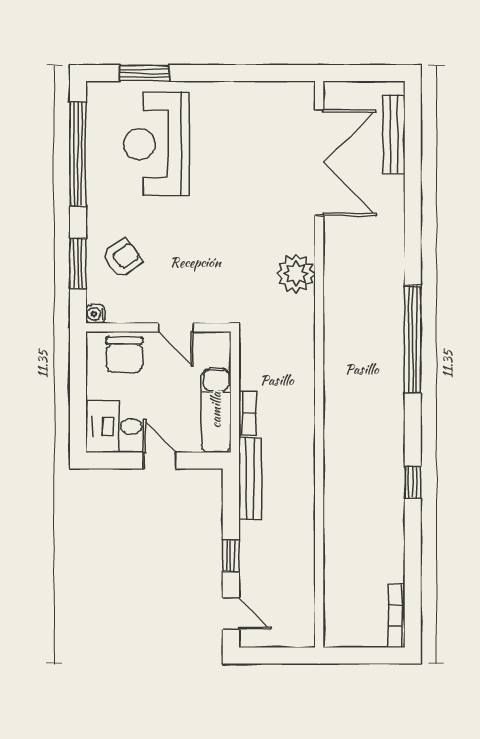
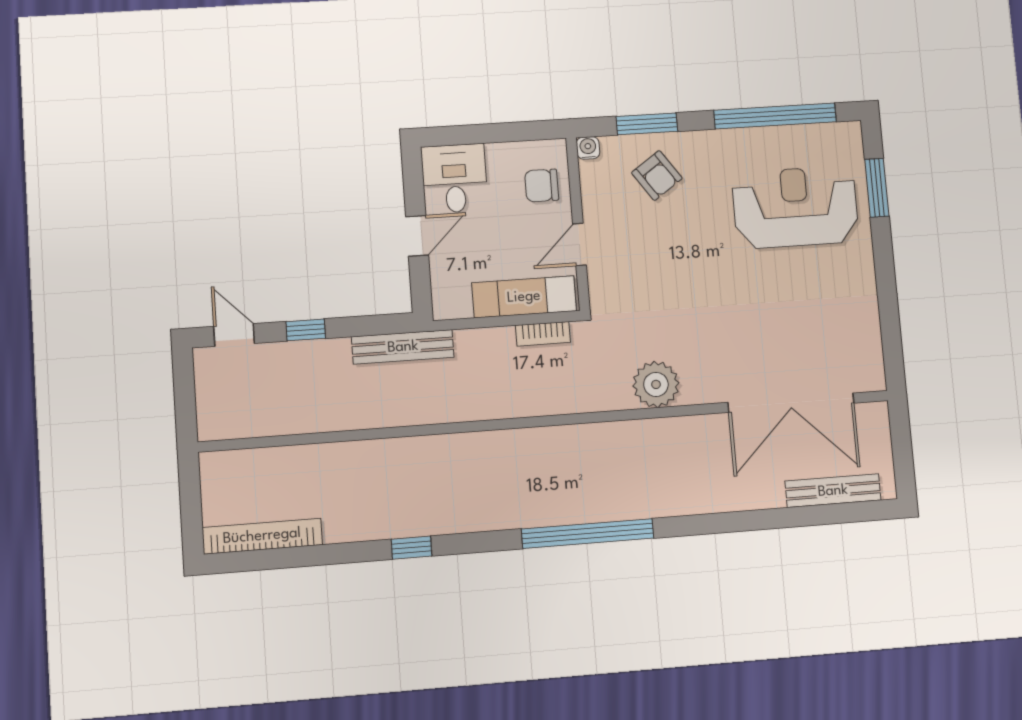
chair: (124, 355) -> (542, 185), width x0.73, depth x0.73
exam couch: (216, 410) -> (524, 297), moved
bookcase: (248, 413) -> (543, 334), moved
door: (231, 614) -> (234, 335), swing flipped
bookcase: (397, 616) -> (262, 536), width x1.48, depth x1.31

